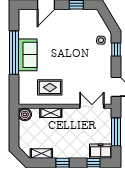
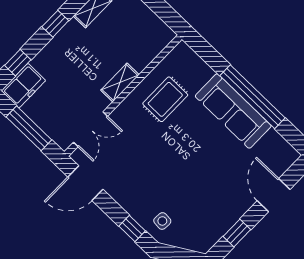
sofa: (28, 55) -> (233, 111), width x1.36
shelving: (51, 113) -> (120, 82), moved
boiler: (25, 114) -> (162, 35), removed

